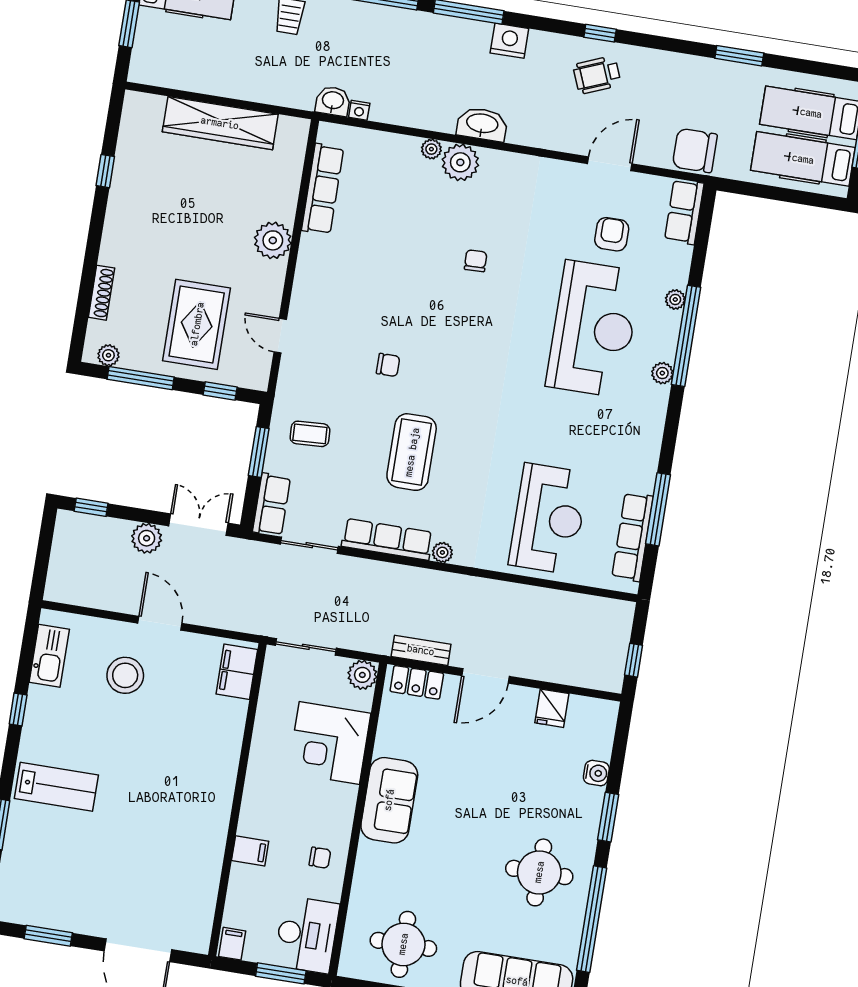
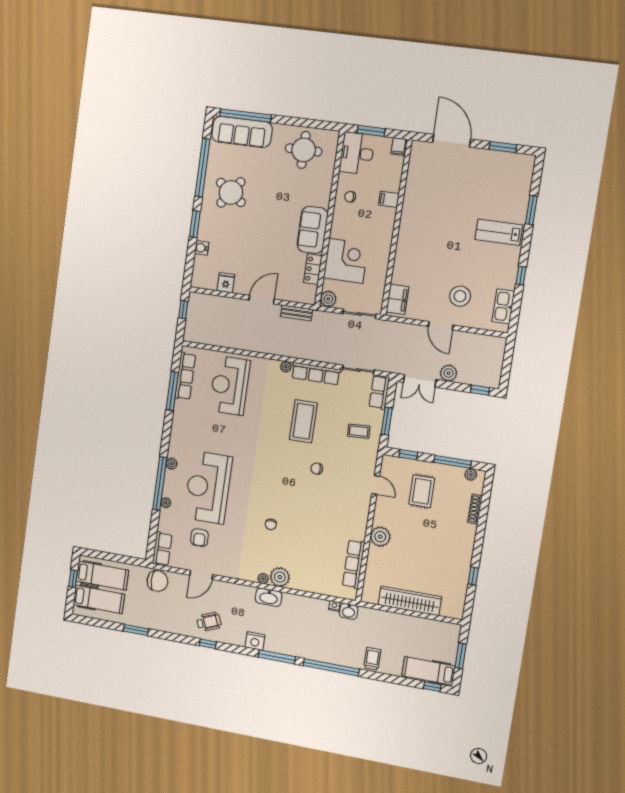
plant: (431, 149) -> (263, 579), moved
rug: (197, 324) -> (422, 491), width x0.73, depth x0.70
locker: (417, 682) -> (313, 269), moved, turned -90
round table: (539, 872) -> (231, 192), turned 36

